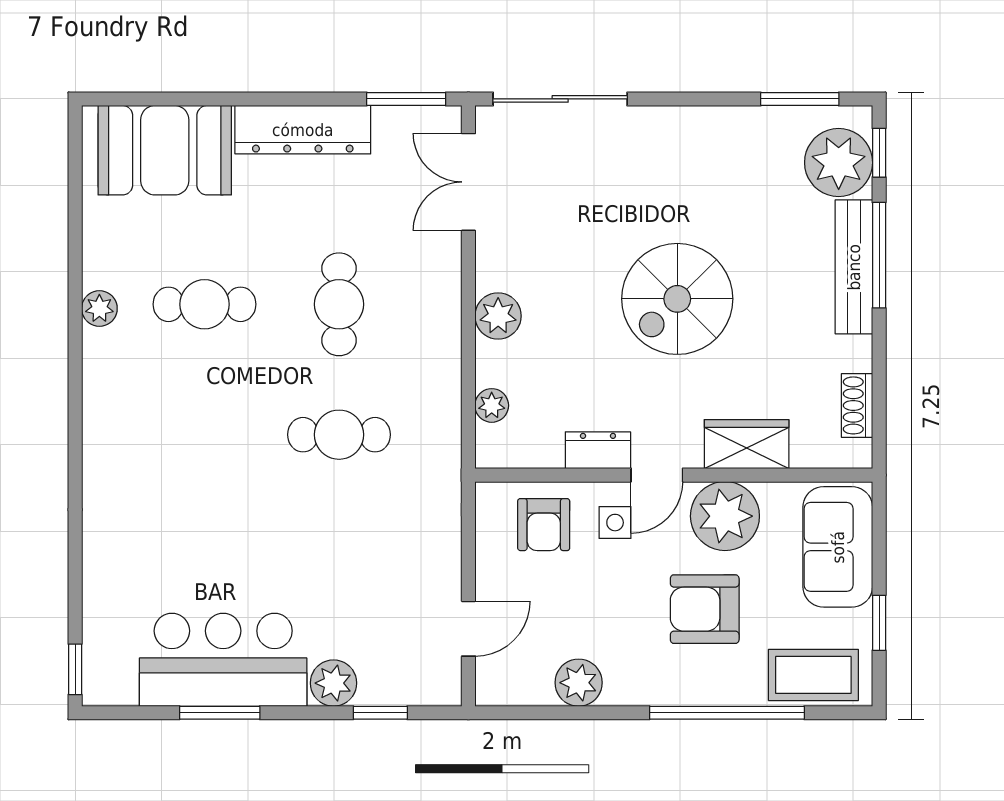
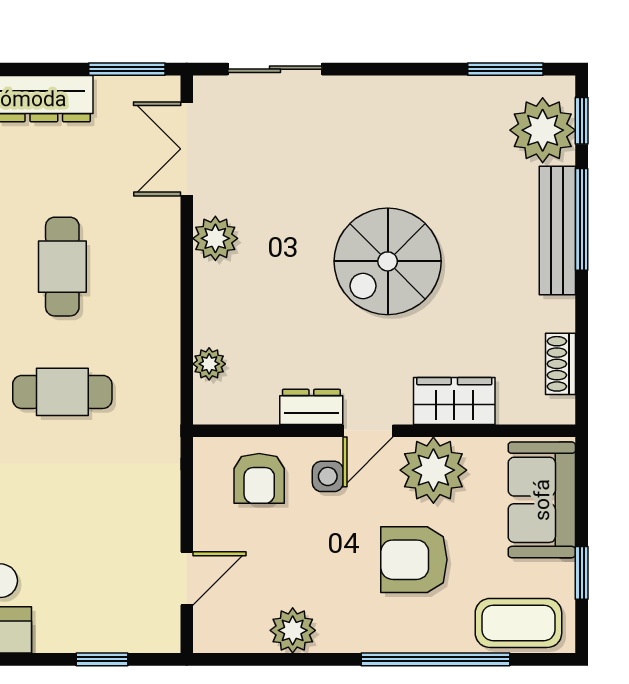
sliding door: (560, 99) -> (275, 69), width x0.73
plant: (498, 316) -> (215, 238), moved
plant: (334, 683) -> (57, 631), removed

